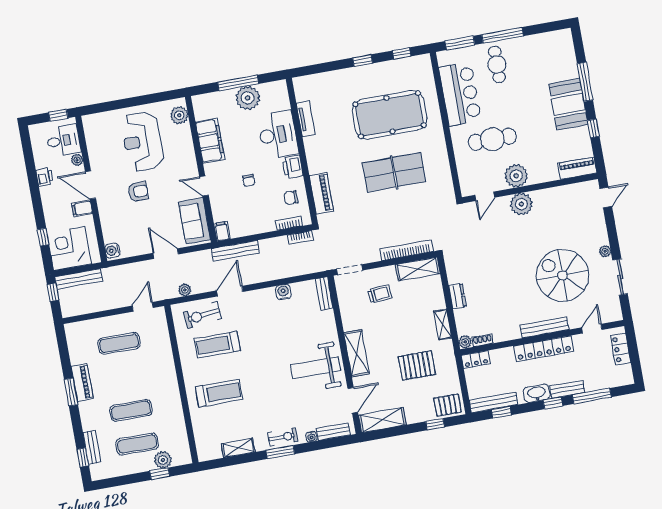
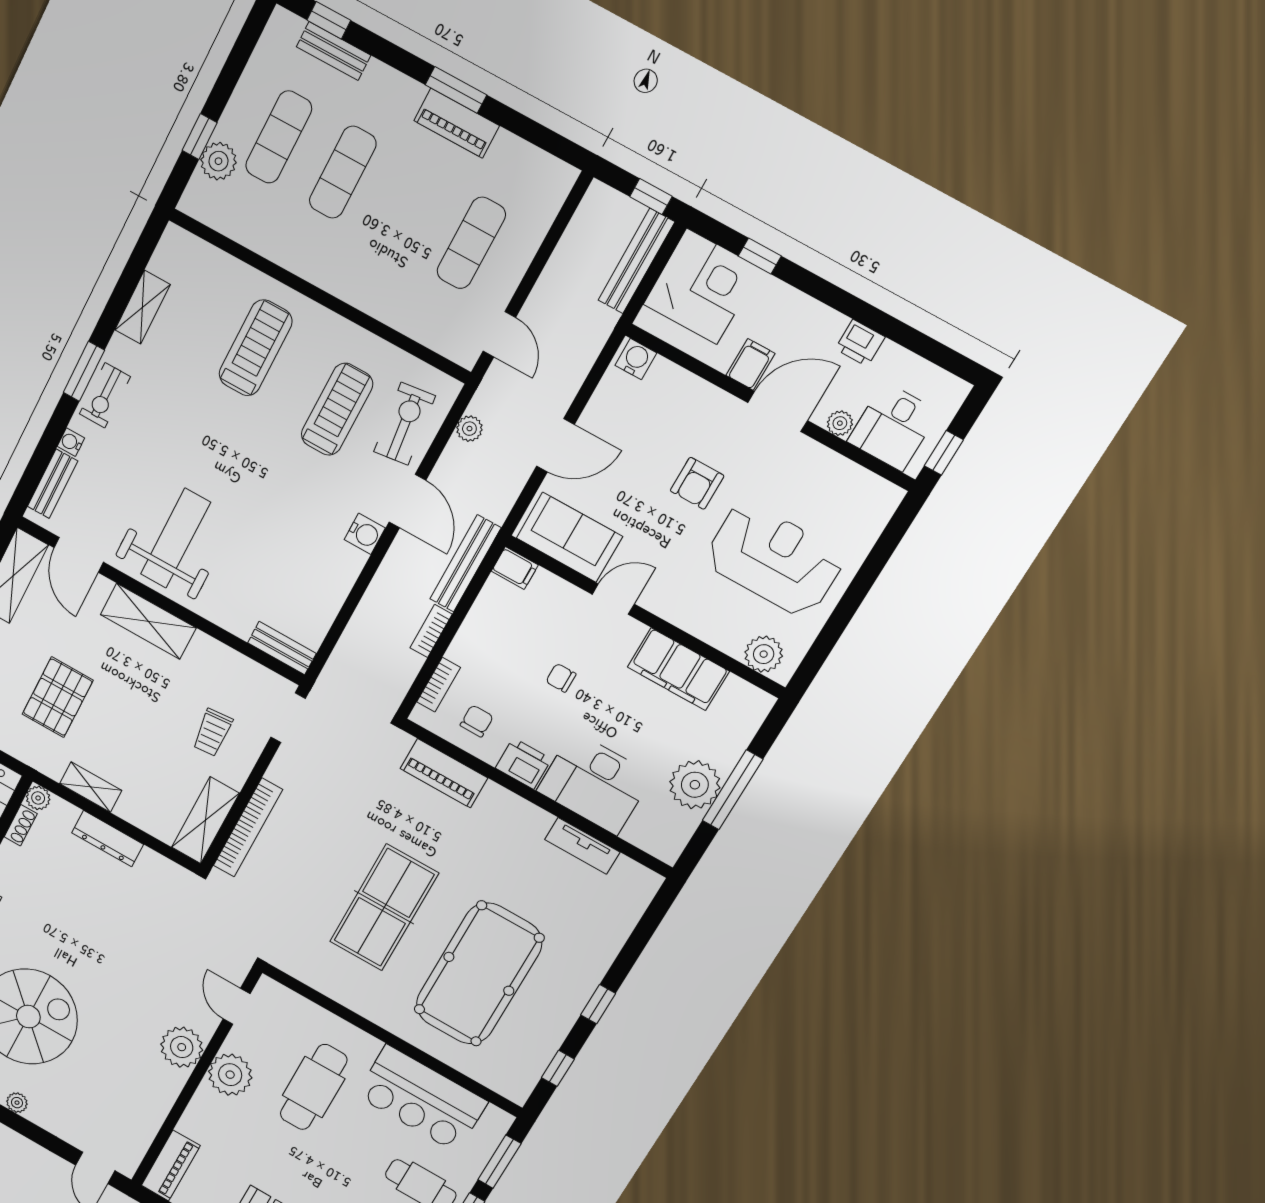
bookcase: (300, 237) -> (431, 631), moved
water cooler: (283, 292) -> (365, 534), moved
dresser: (457, 296) -> (108, 839), width x1.44
treadmill: (219, 393) -> (255, 348), turned 180

